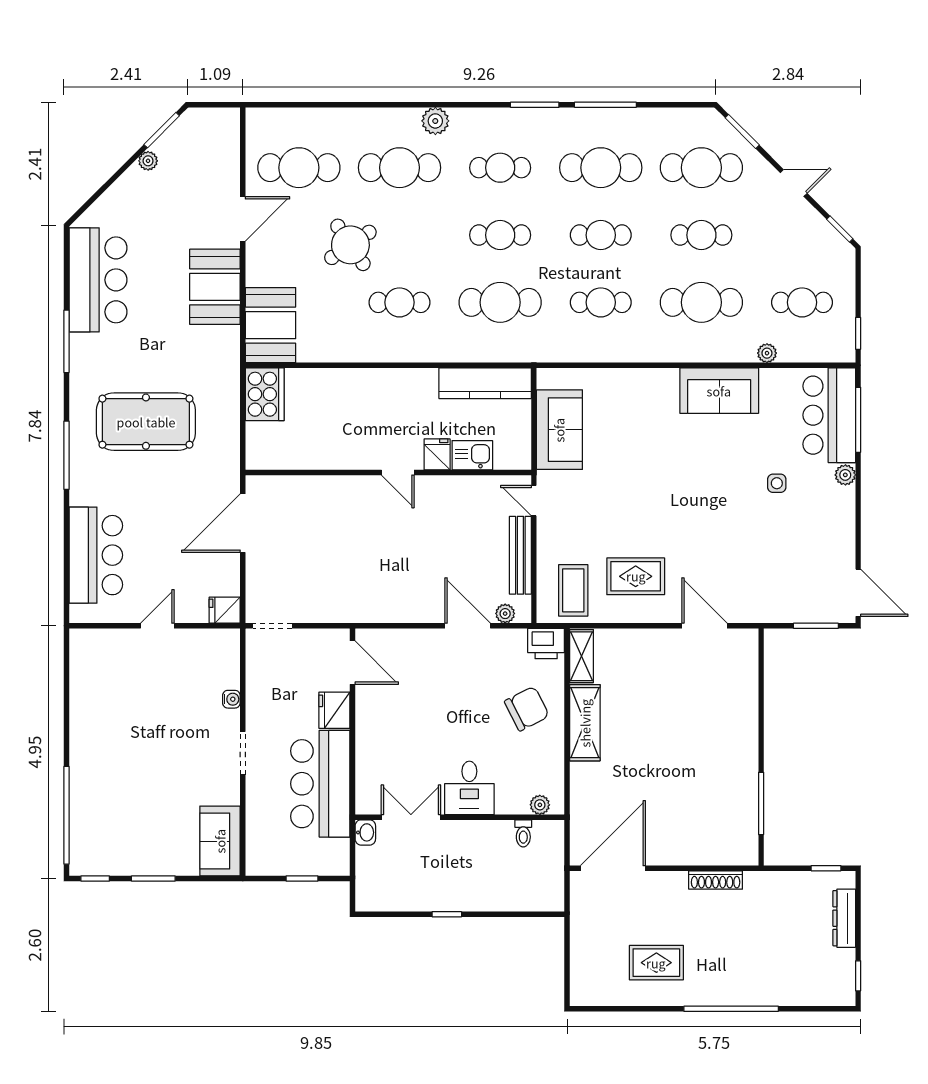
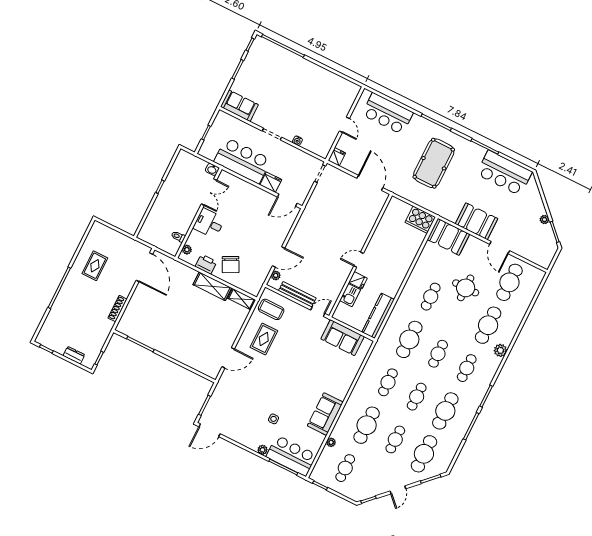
round table: (350, 245) -> (466, 288), turned 34
printer: (546, 643) -> (206, 264), moved, turned 90
dresser: (844, 918) -> (74, 355), width x0.70

